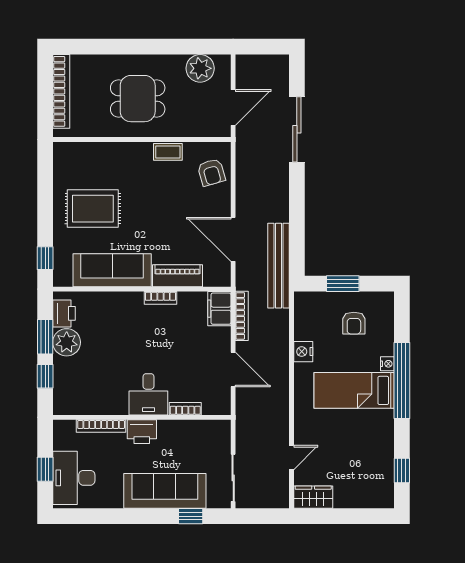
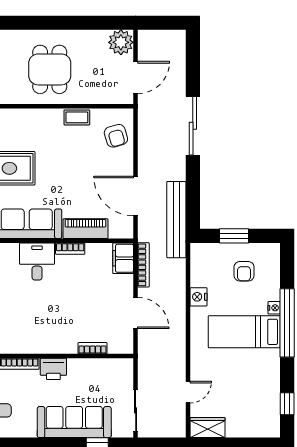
plant: (200, 68) -> (121, 42), moved
dining table: (138, 99) -> (50, 69), turned 90
sliding door: (297, 129) -> (193, 126), moved
desk: (148, 394) -> (37, 261), moved, turned 180

